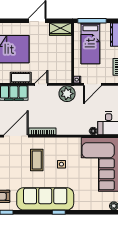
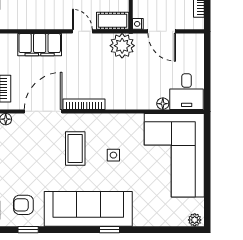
cot: (21, 78) -> (113, 21), moved
door: (41, 84) -> (82, 31), hinge flipped
door: (92, 84) -> (162, 31), hinge flipped

